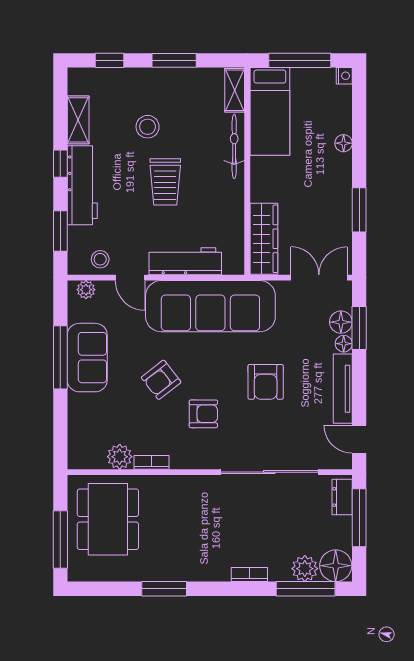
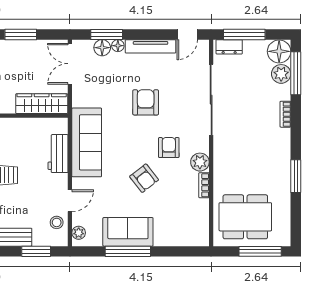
workbench: (185, 261) -> (58, 154), width x0.73
sofa: (210, 306) -> (87, 142), width x0.74, depth x0.79
armchair: (266, 382) -> (146, 102), turned -90
plant: (120, 457) -> (200, 162), moved

